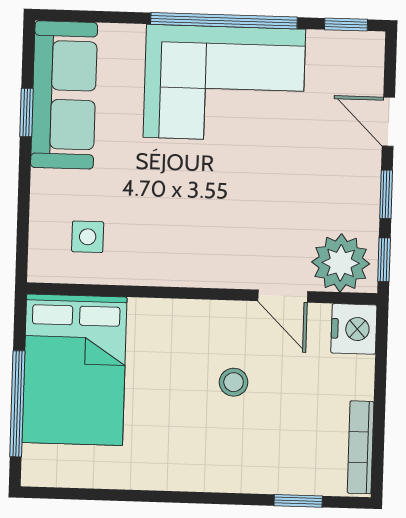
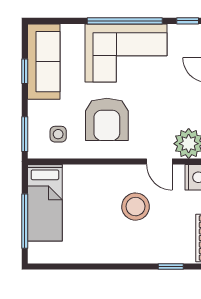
armchair: (183, 211) -> (107, 119), added
window: (23, 235) -> (25, 134), added
bed: (74, 370) -> (45, 203), width x0.67
stool: (234, 382) -> (136, 207), width x1.89, depth x1.89

